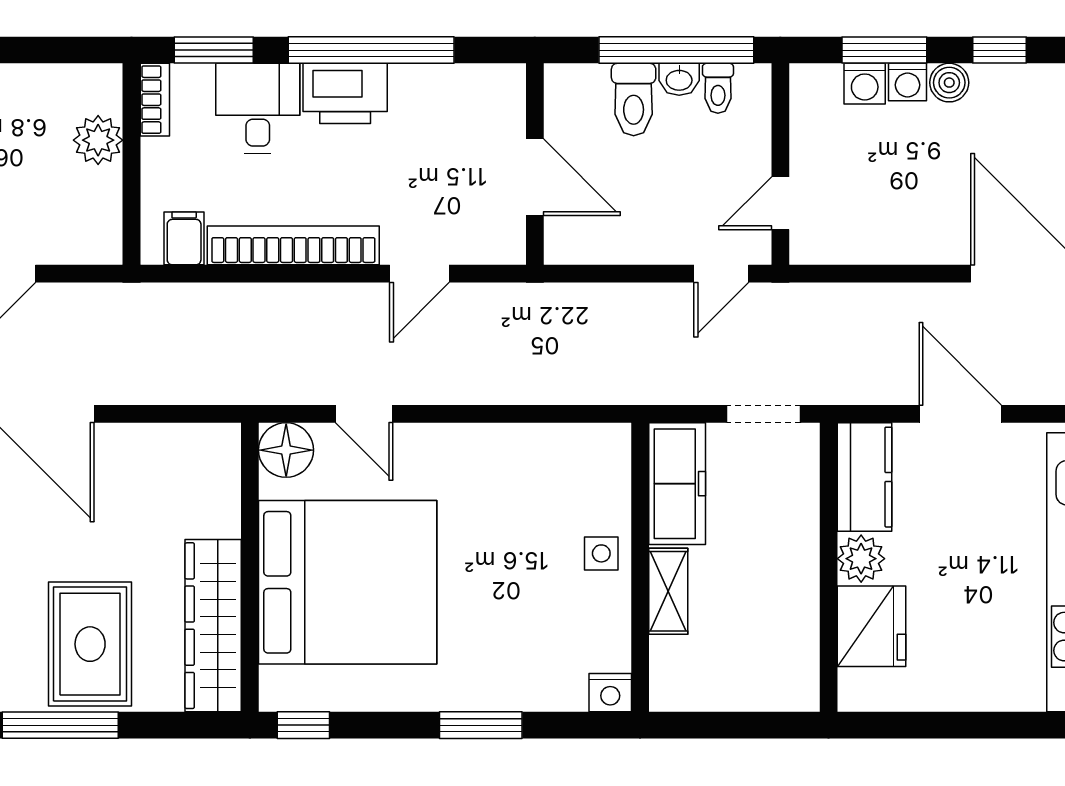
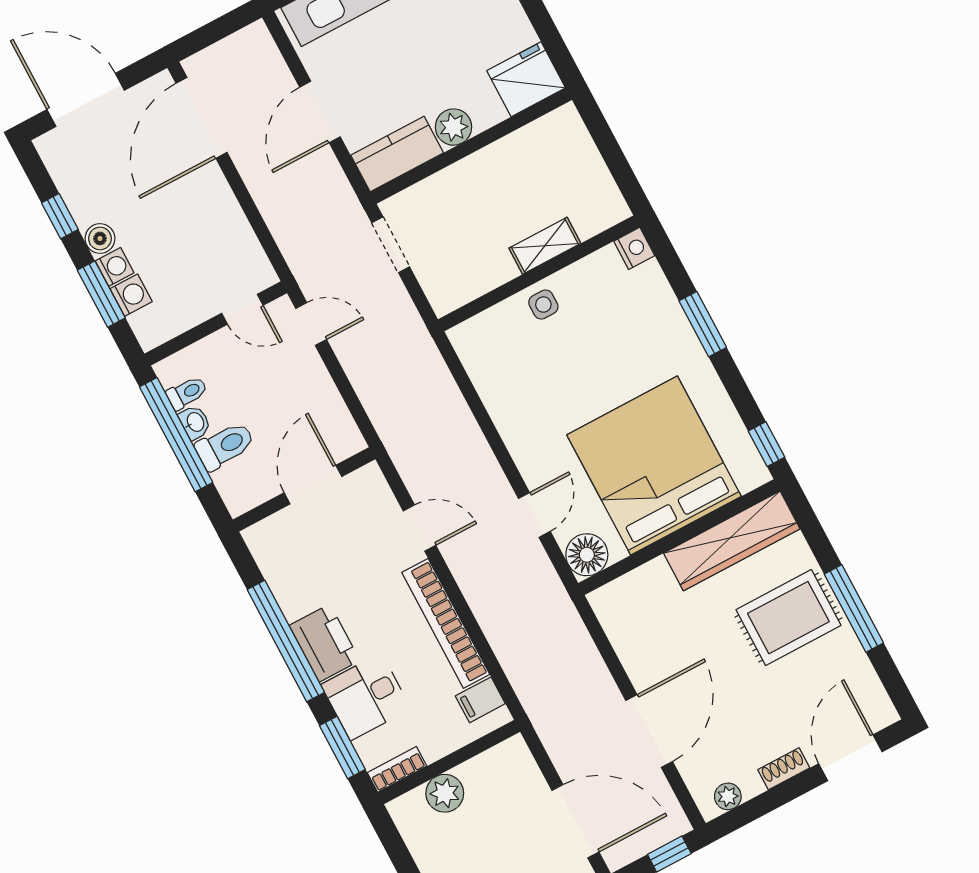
freezer: (677, 484) -> (469, 278), removed
fridge: (871, 626) -> (526, 79), moved

